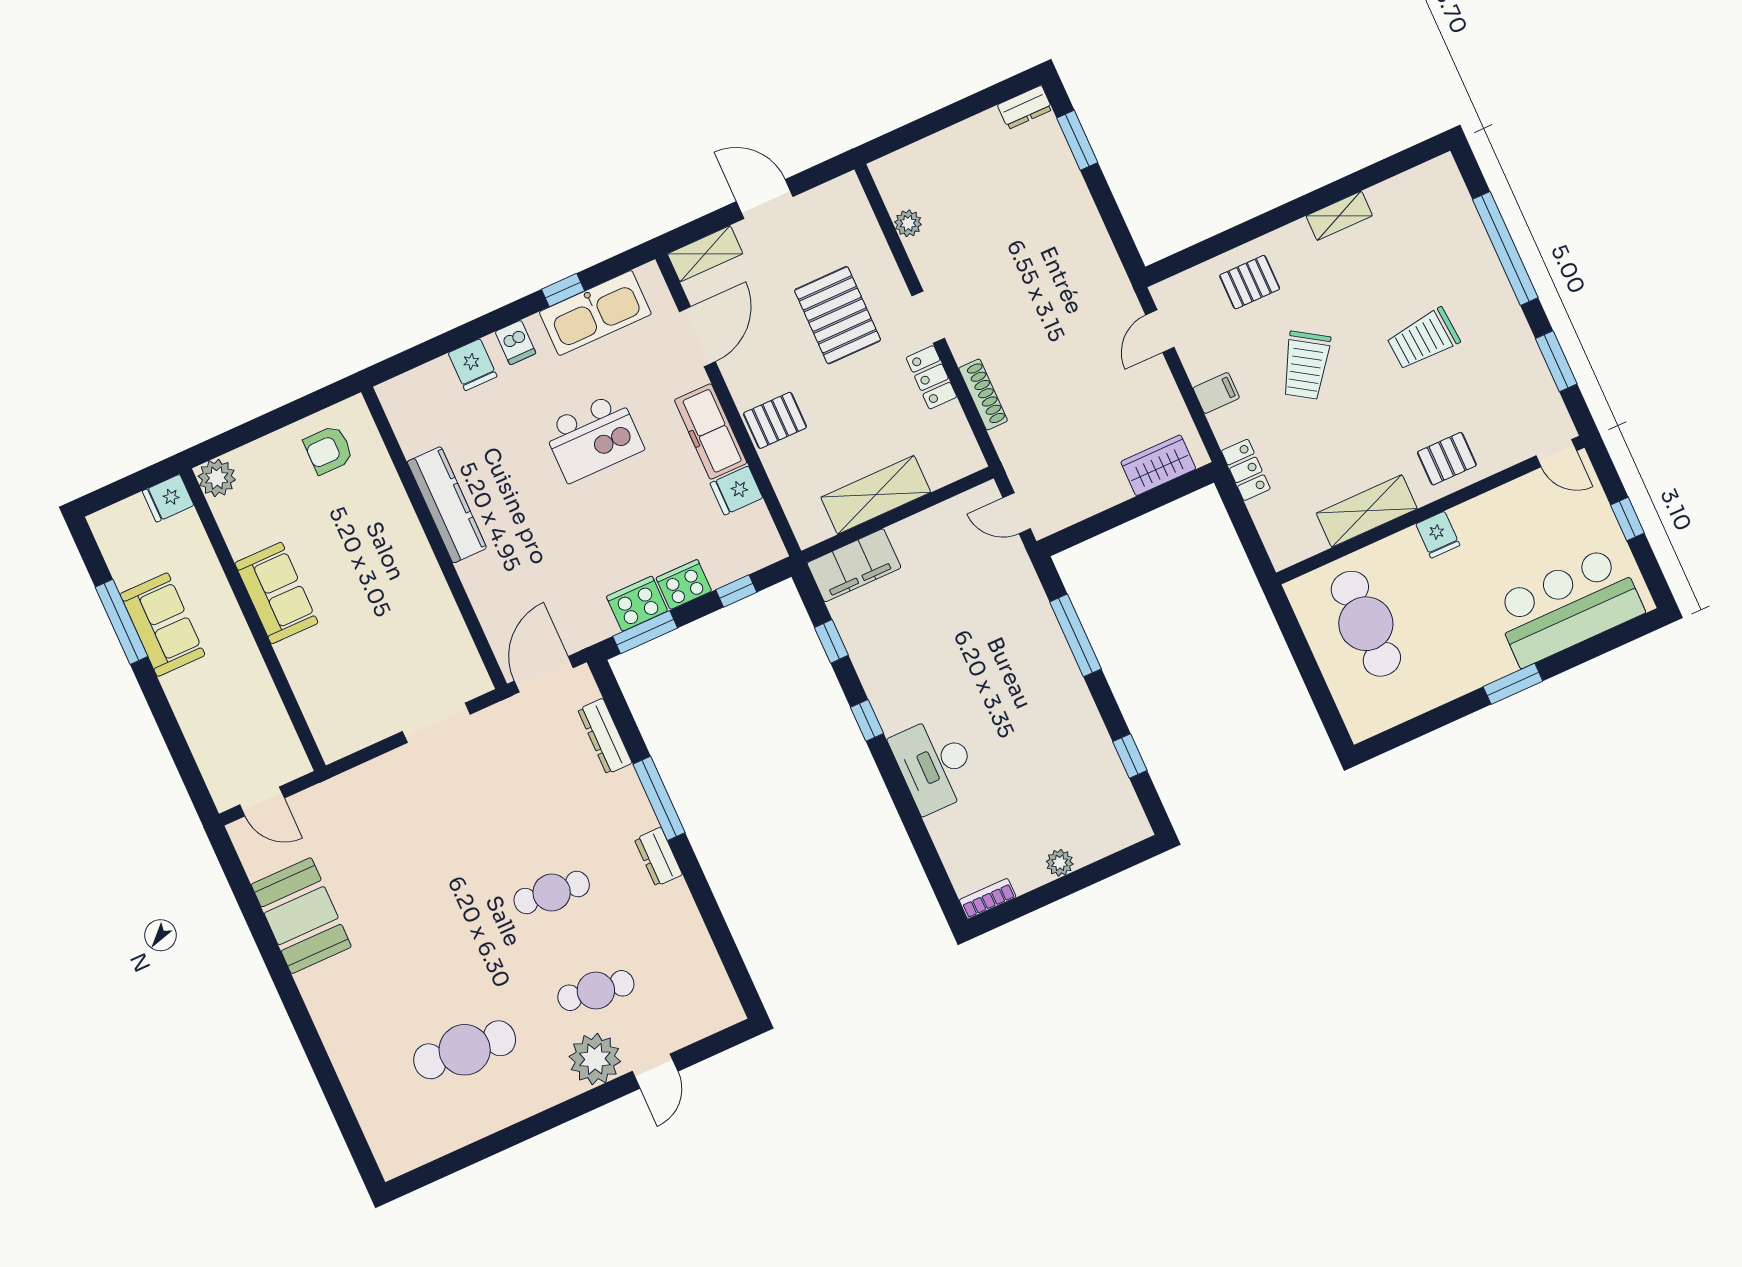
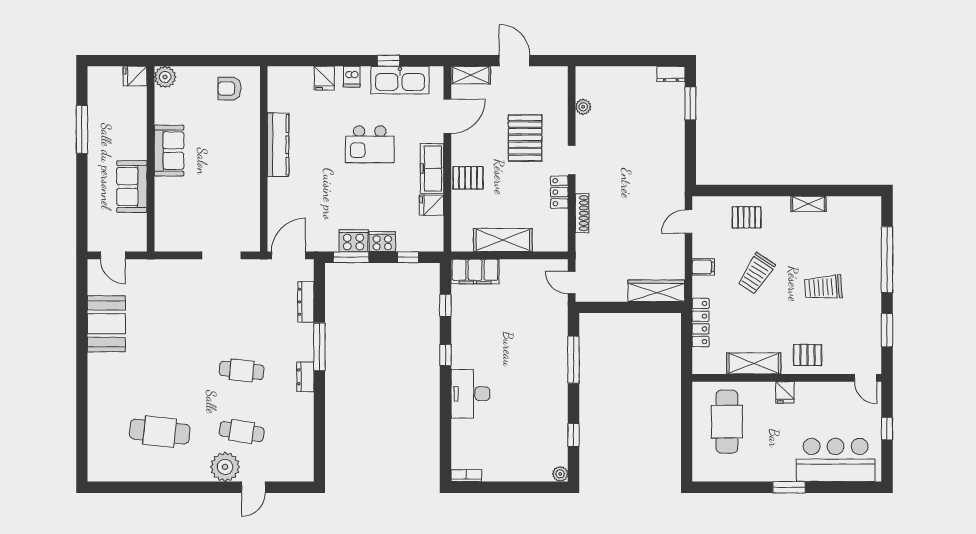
wardrobe: (1158, 465) -> (656, 291), width x1.50
locker: (1246, 470) -> (701, 323), width x1.53
sofa: (162, 625) -> (132, 187), moved, turned 180
plant: (1060, 863) -> (560, 474), moved

